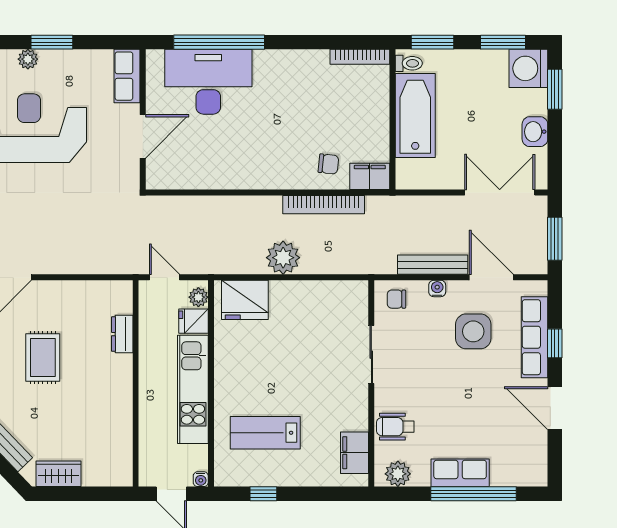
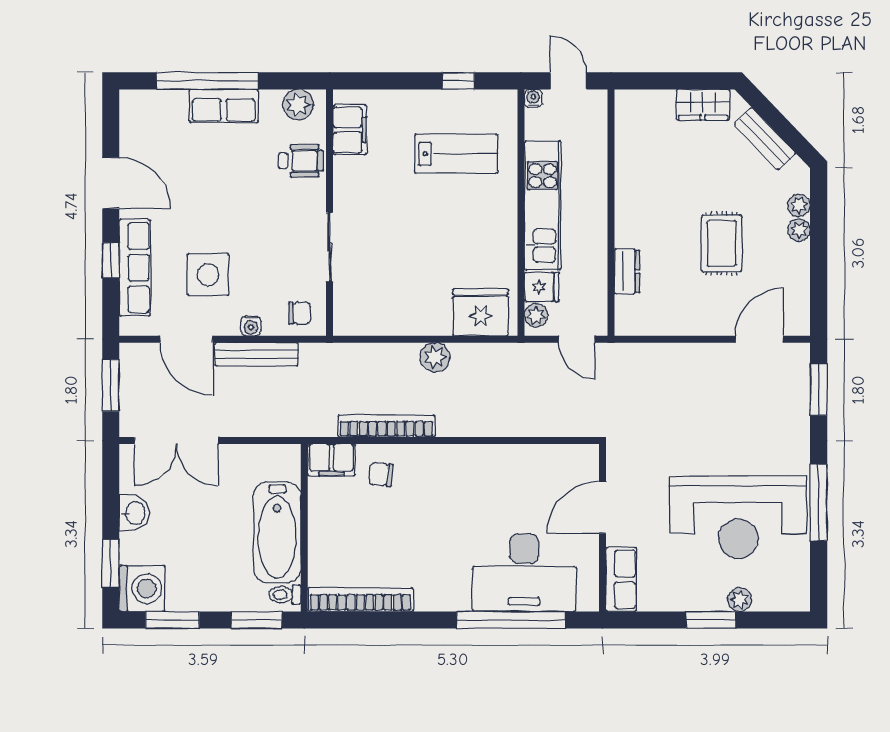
bookcase: (360, 57) -> (360, 600), width x1.48, depth x1.31
plant: (283, 258) -> (435, 357), width x0.73, depth x0.73

